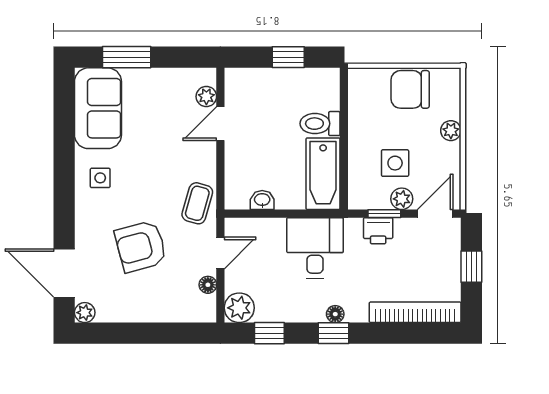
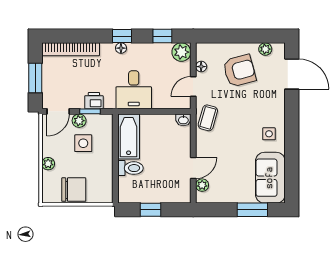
washbasin: (262, 200) -> (183, 120), moved
armchair: (141, 246) -> (239, 71), moved
window: (471, 267) -> (35, 78), width x1.50
plant: (85, 313) -> (265, 49), moved

